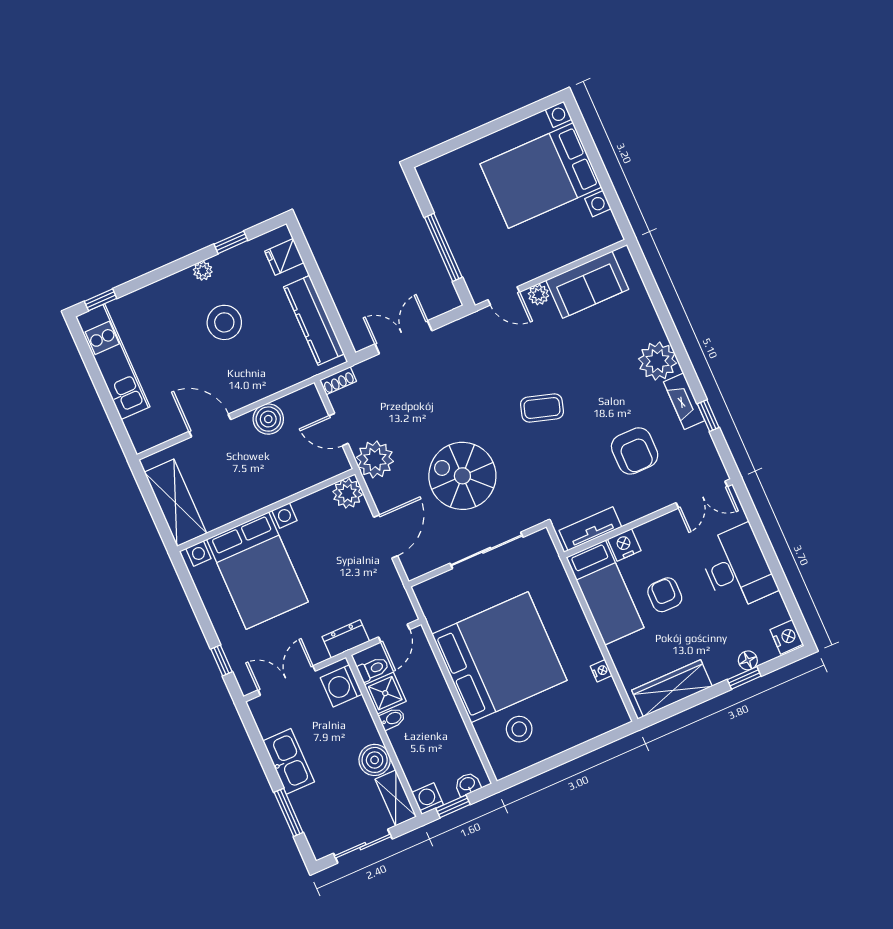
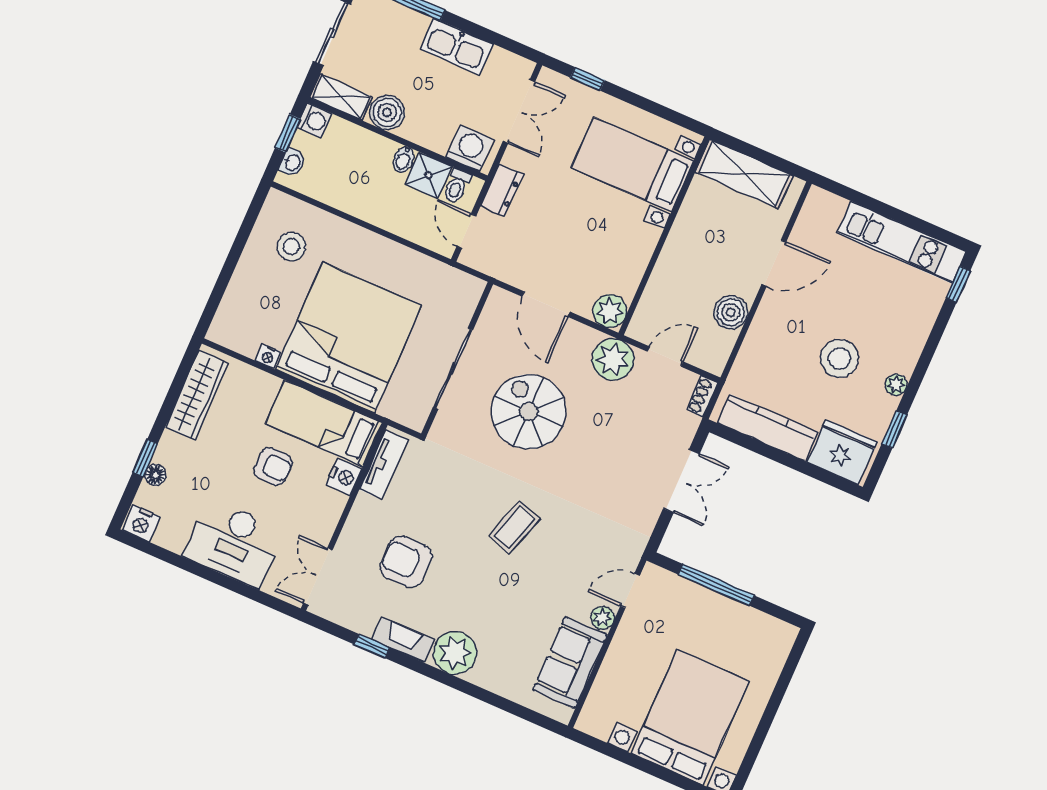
fridge: (284, 257) -> (842, 452), width x1.88, depth x1.34
spiral stairs: (462, 476) -> (529, 412), turned -90
bed with nightstands: (257, 571) -> (632, 164), width x0.73
bed: (499, 657) -> (348, 338), moved, turned 180

